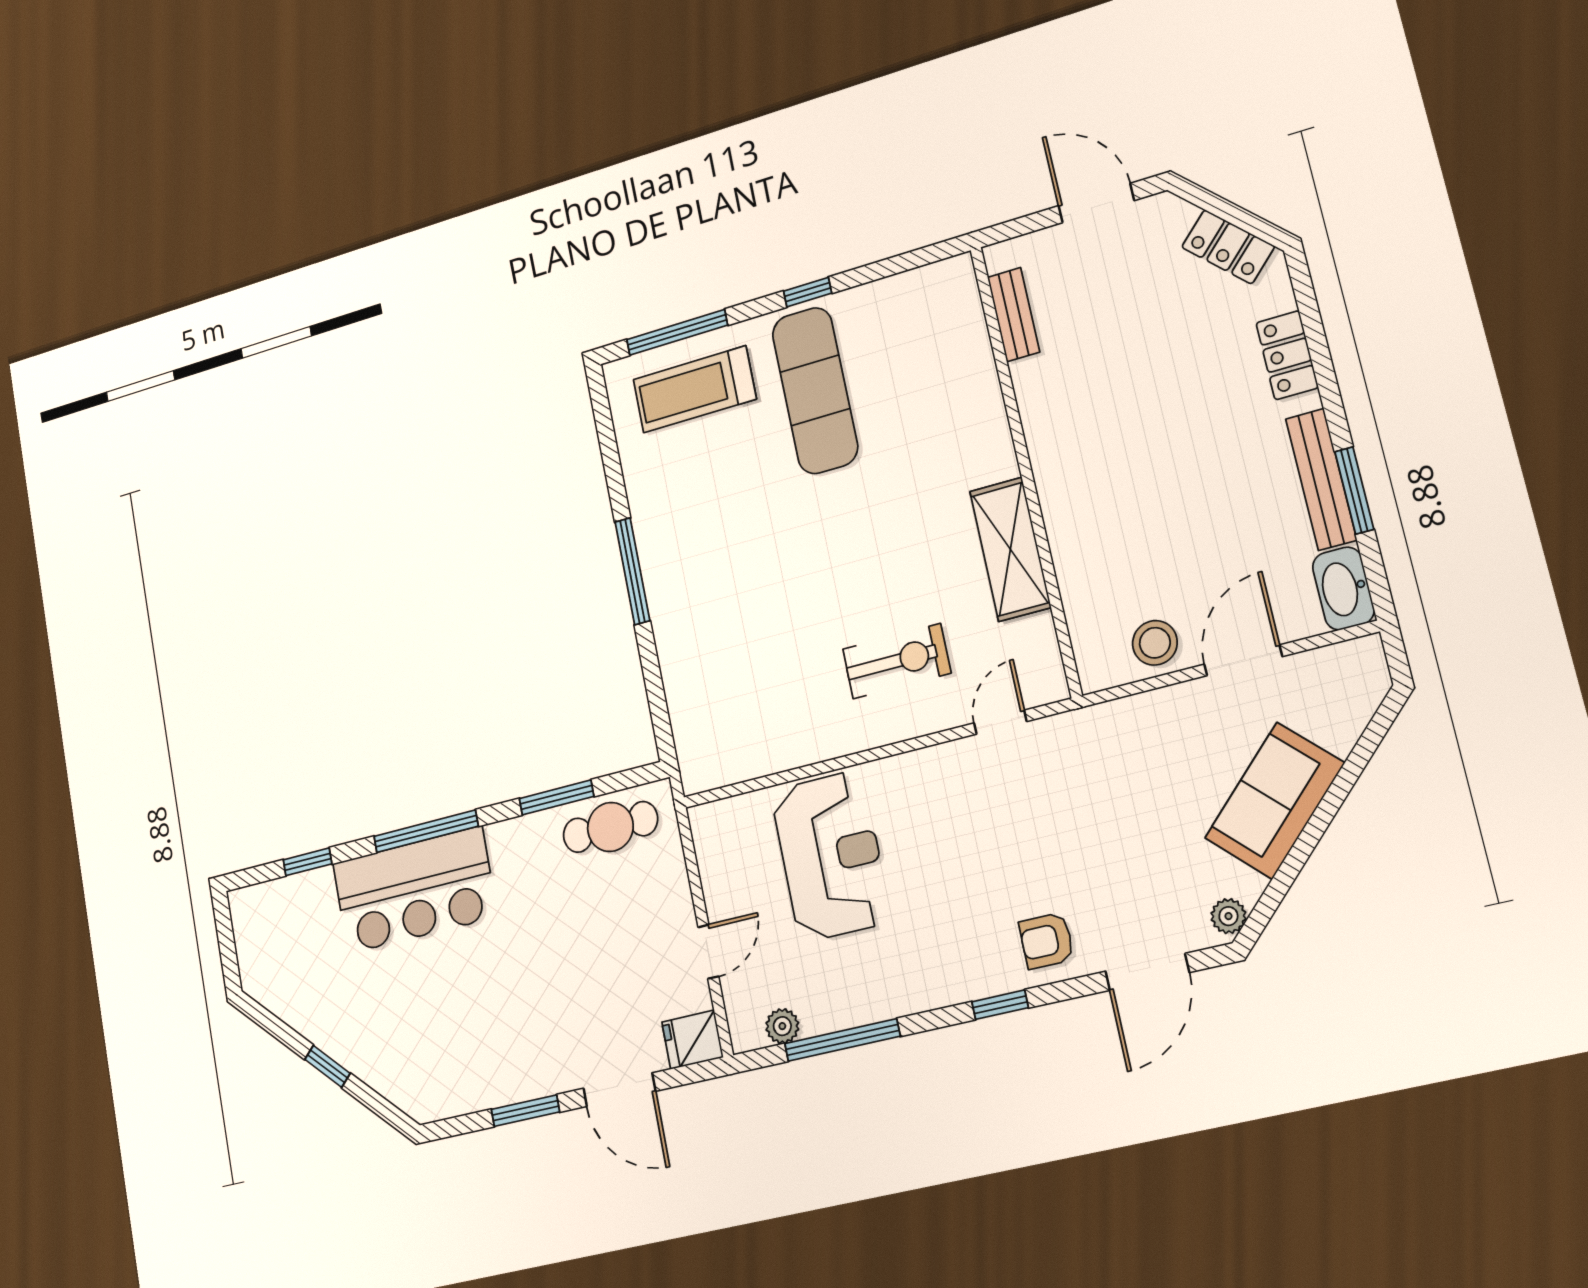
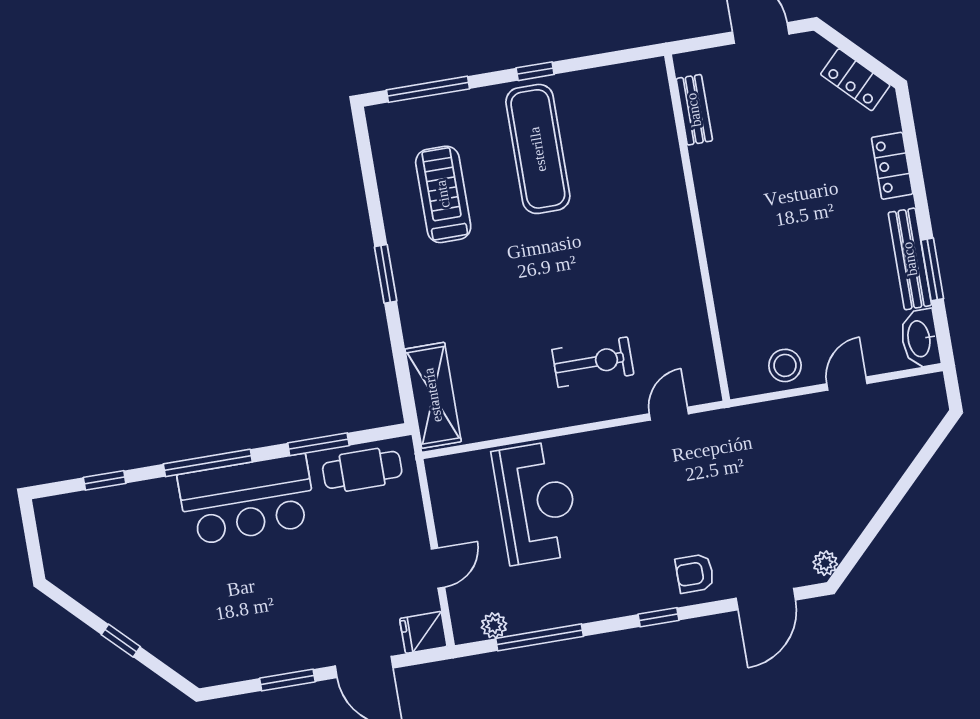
treadmill: (695, 389) -> (443, 194), moved, turned 90
shelving: (1010, 549) -> (433, 395), moved
window: (632, 571) -> (386, 274), width x0.69
door: (1243, 660) -> (847, 384), width x0.73
sofa: (1275, 801) -> (862, 484), removed
bar counter: (415, 890) -> (247, 500), moved

